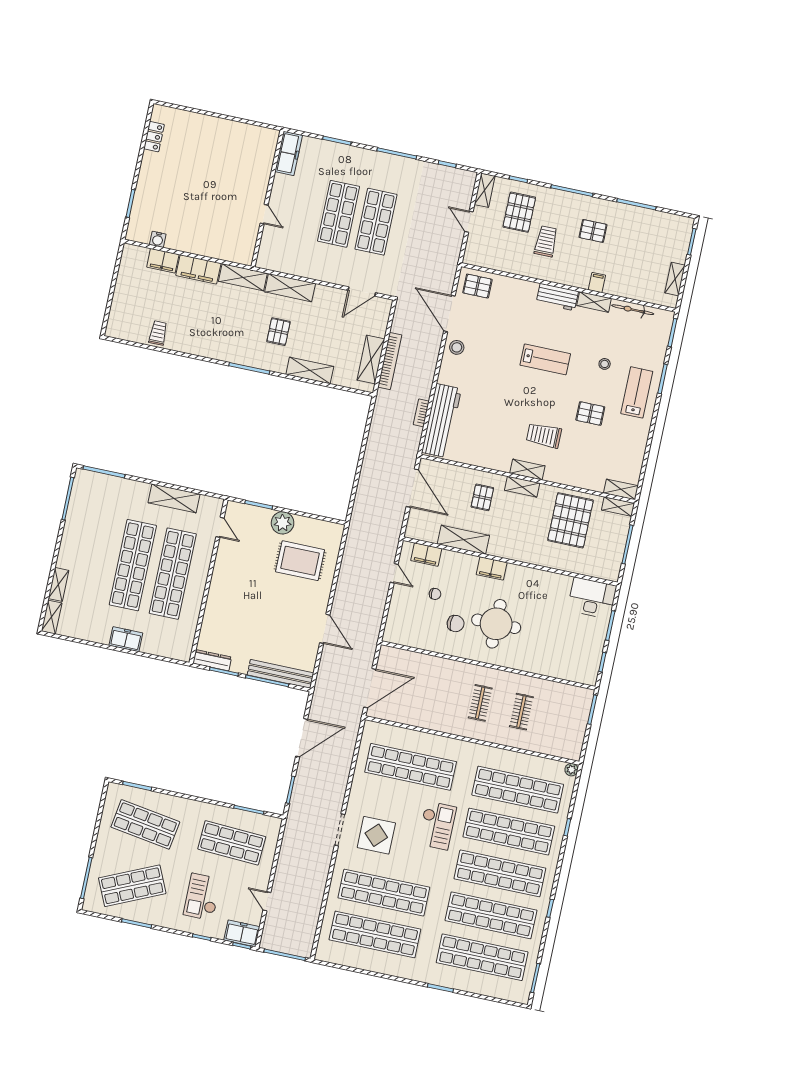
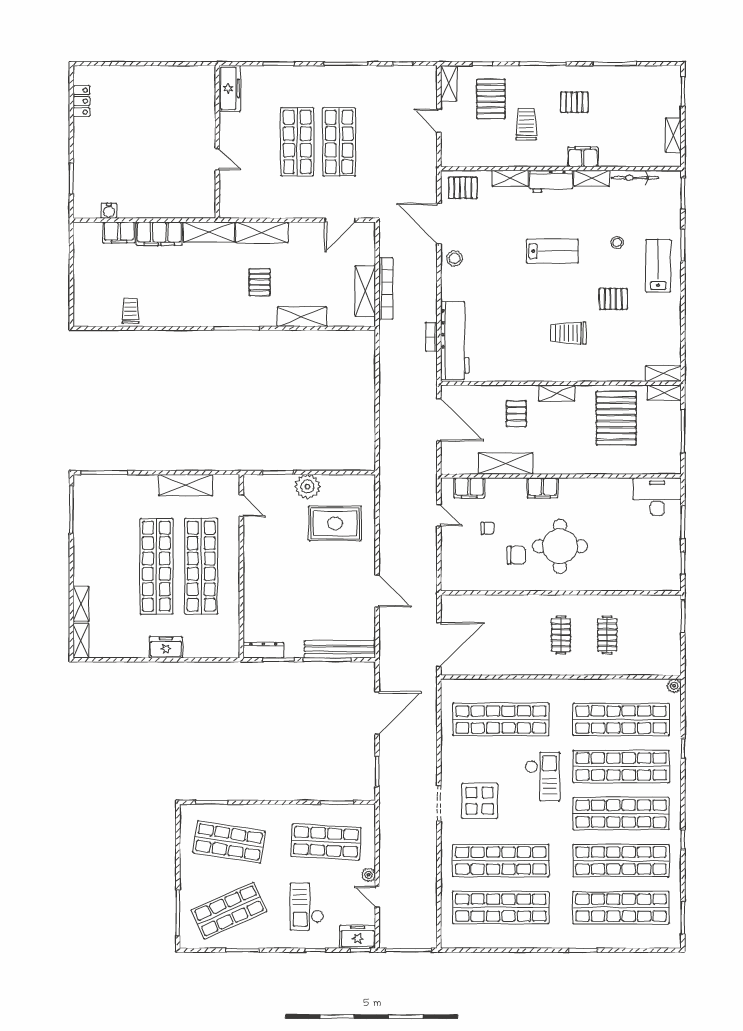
filing cabinet: (597, 283) -> (583, 157), width x2.00
shelving: (527, 469) -> (510, 178), moved
plant: (263, 880) -> (368, 875), added

